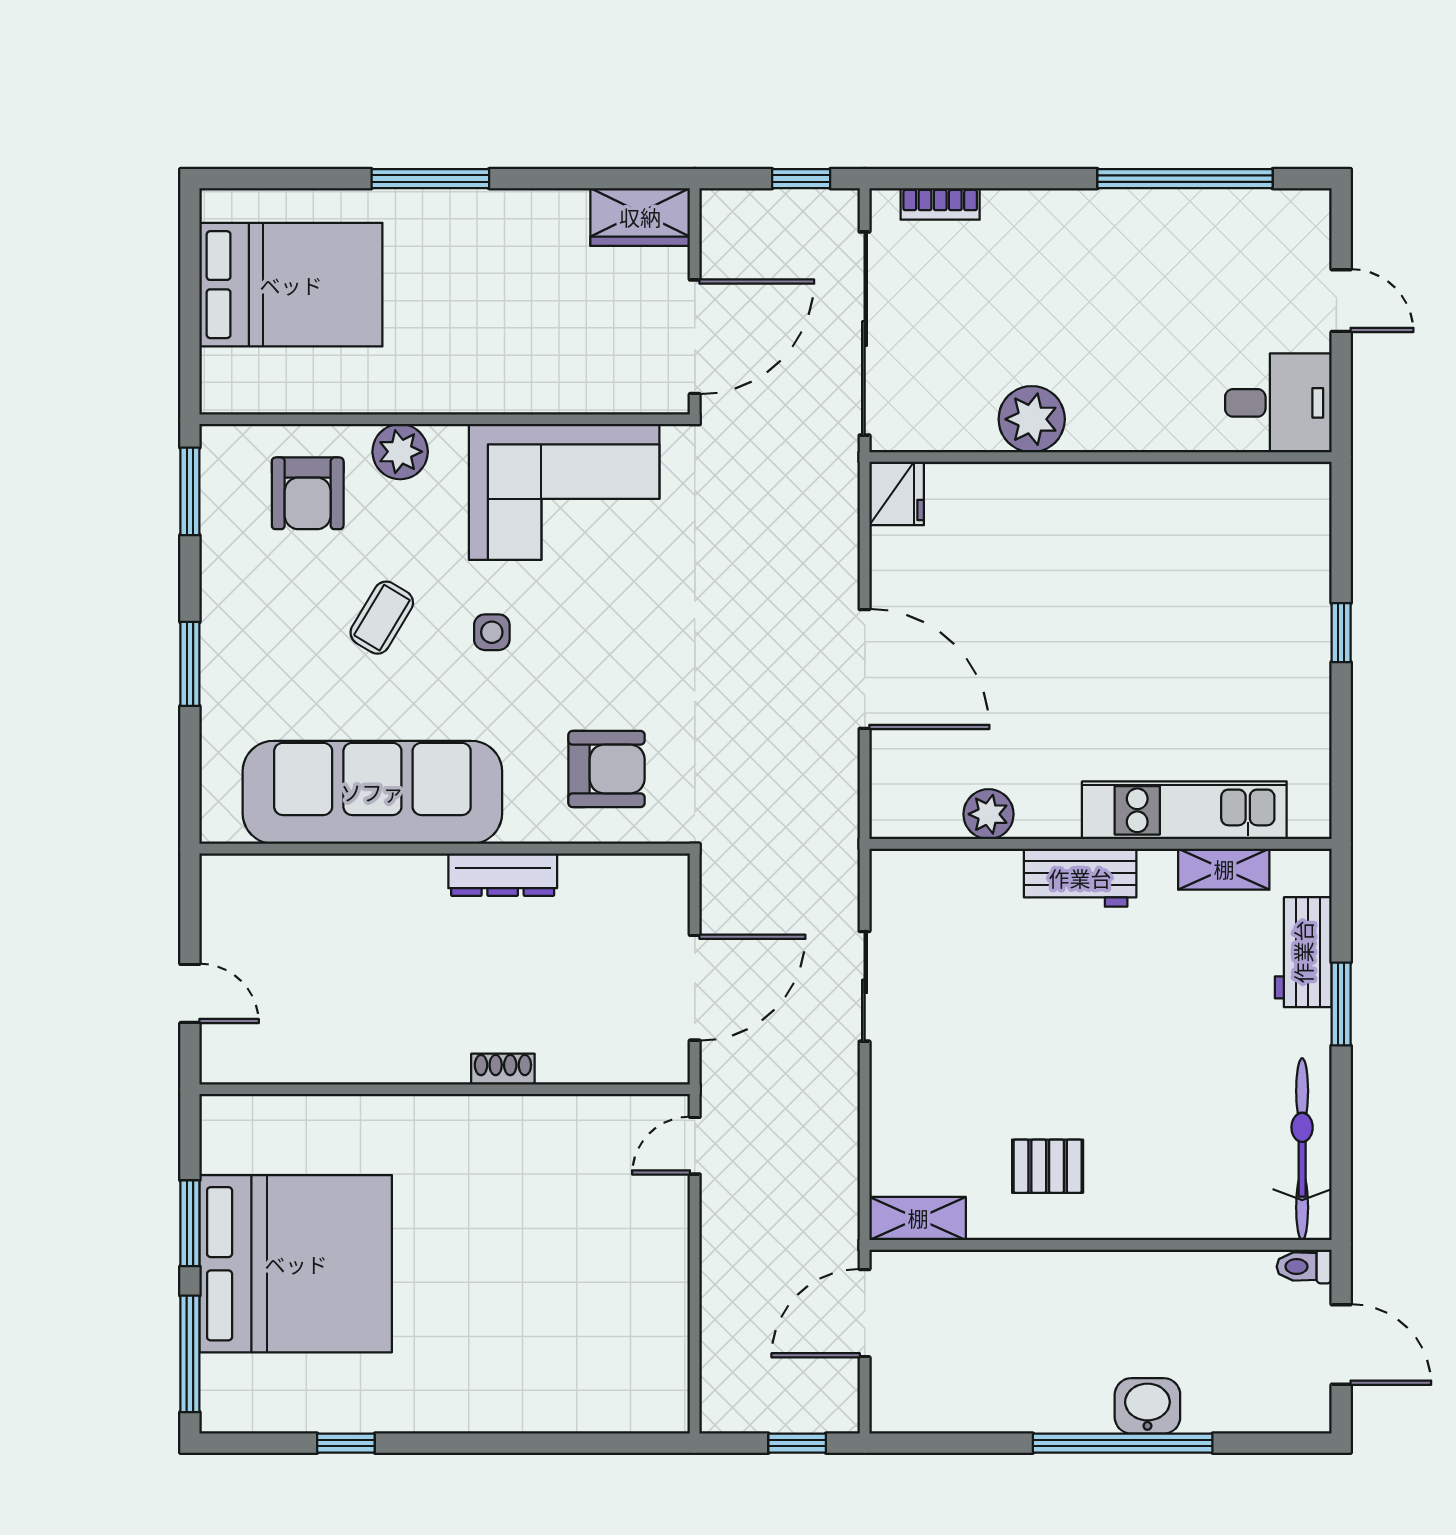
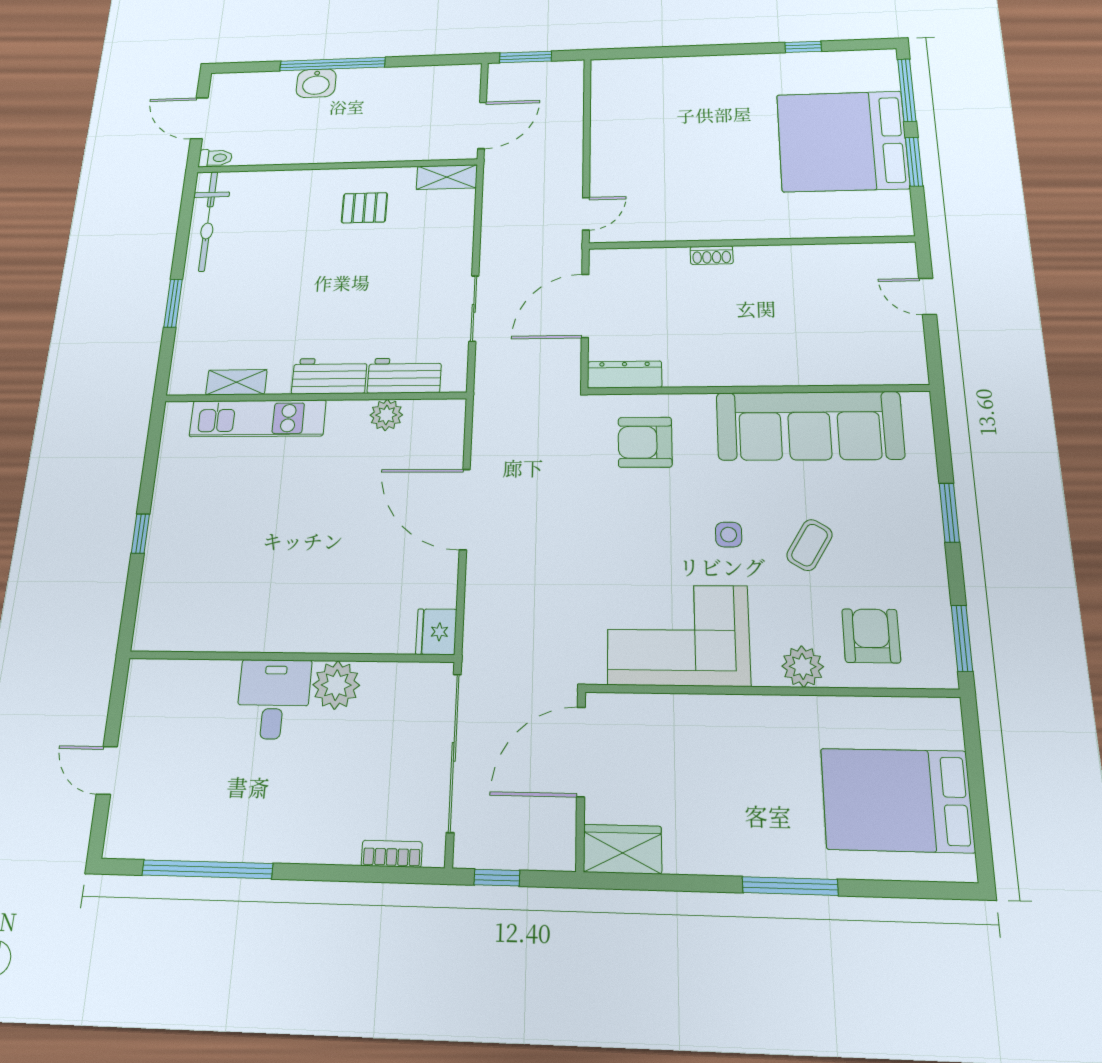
desk: (1278, 403) -> (274, 699), moved, turned 90
dresser: (503, 875) -> (625, 375), moved
workbench: (1303, 952) -> (404, 376), moved, turned -90
window: (797, 1443) -> (526, 57), width x1.50

